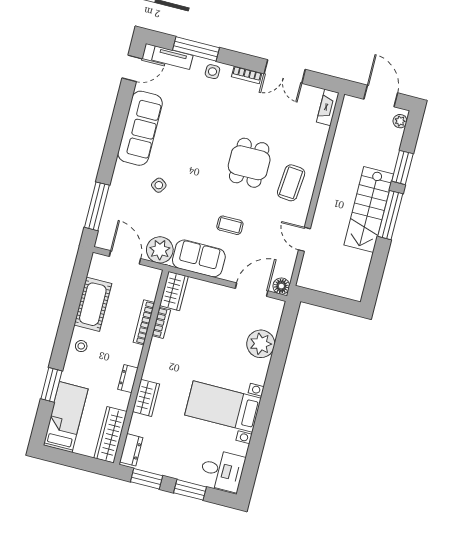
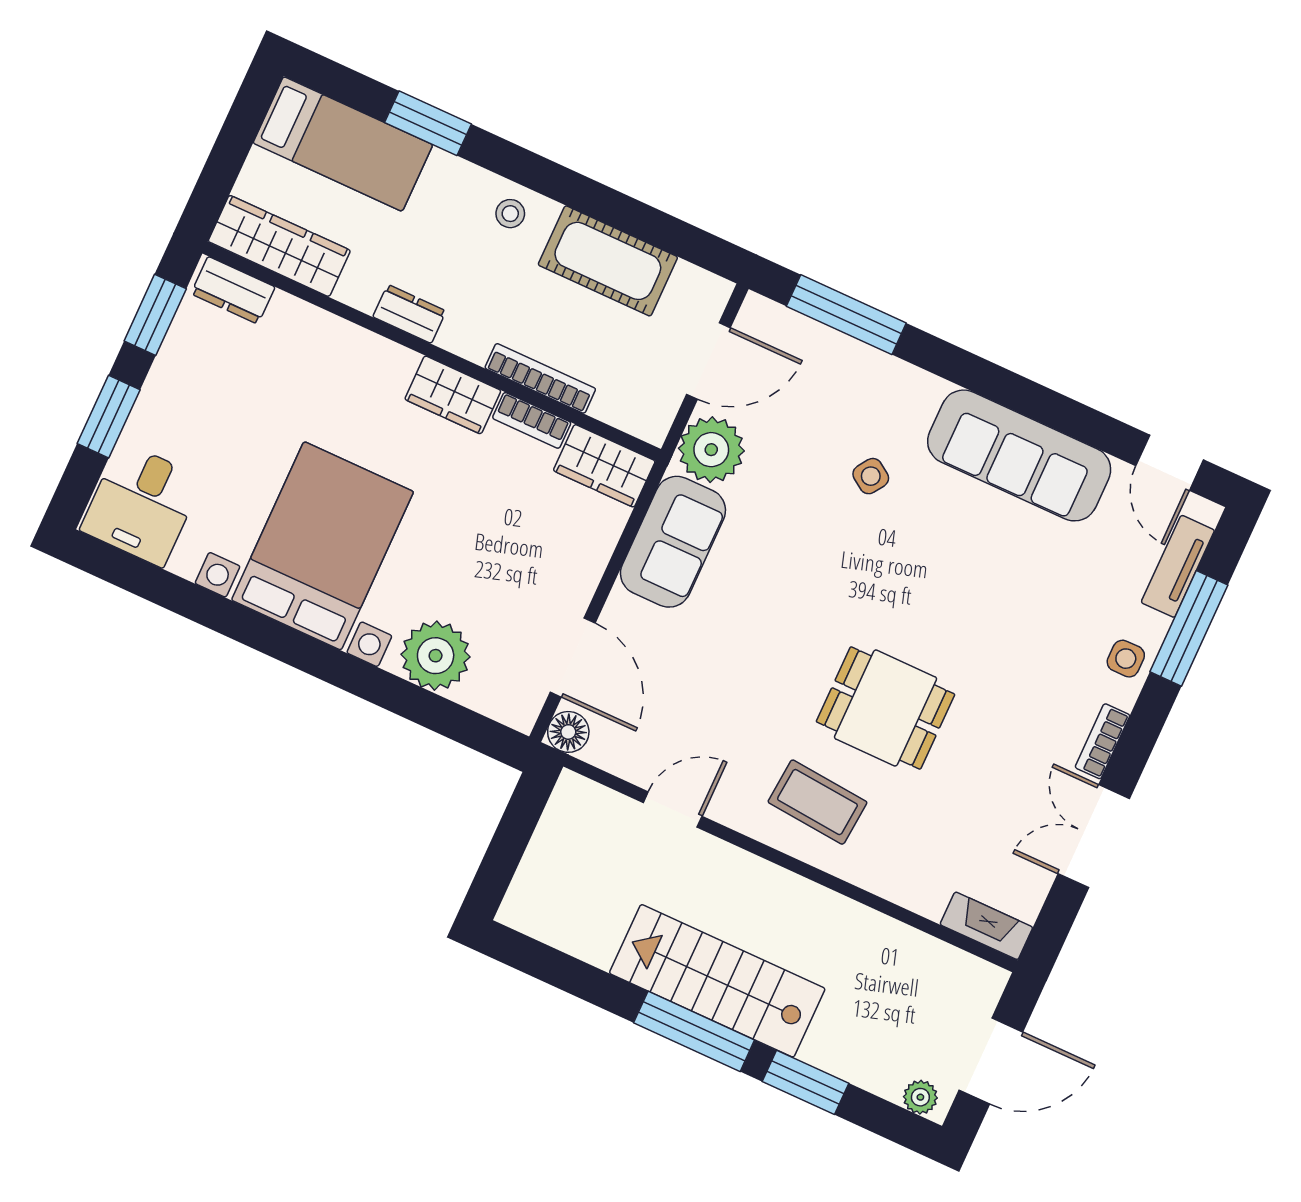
coffee table: (230, 225) -> (741, 633), removed
wardrobe: (146, 398) -> (453, 395), moved
bed with nightstands: (223, 407) -> (323, 546), width x1.36

